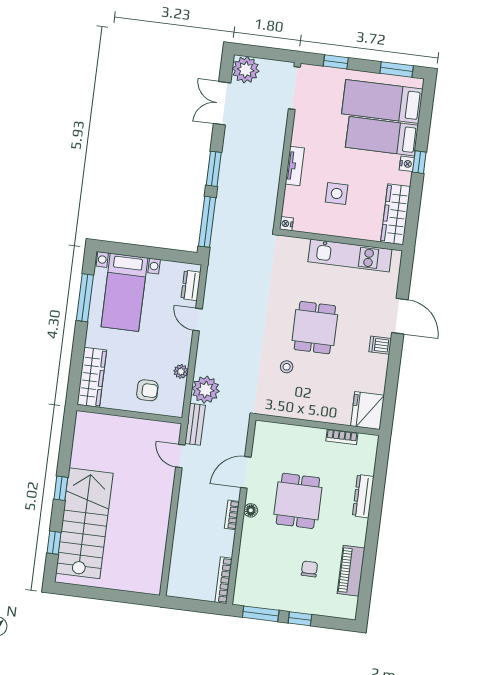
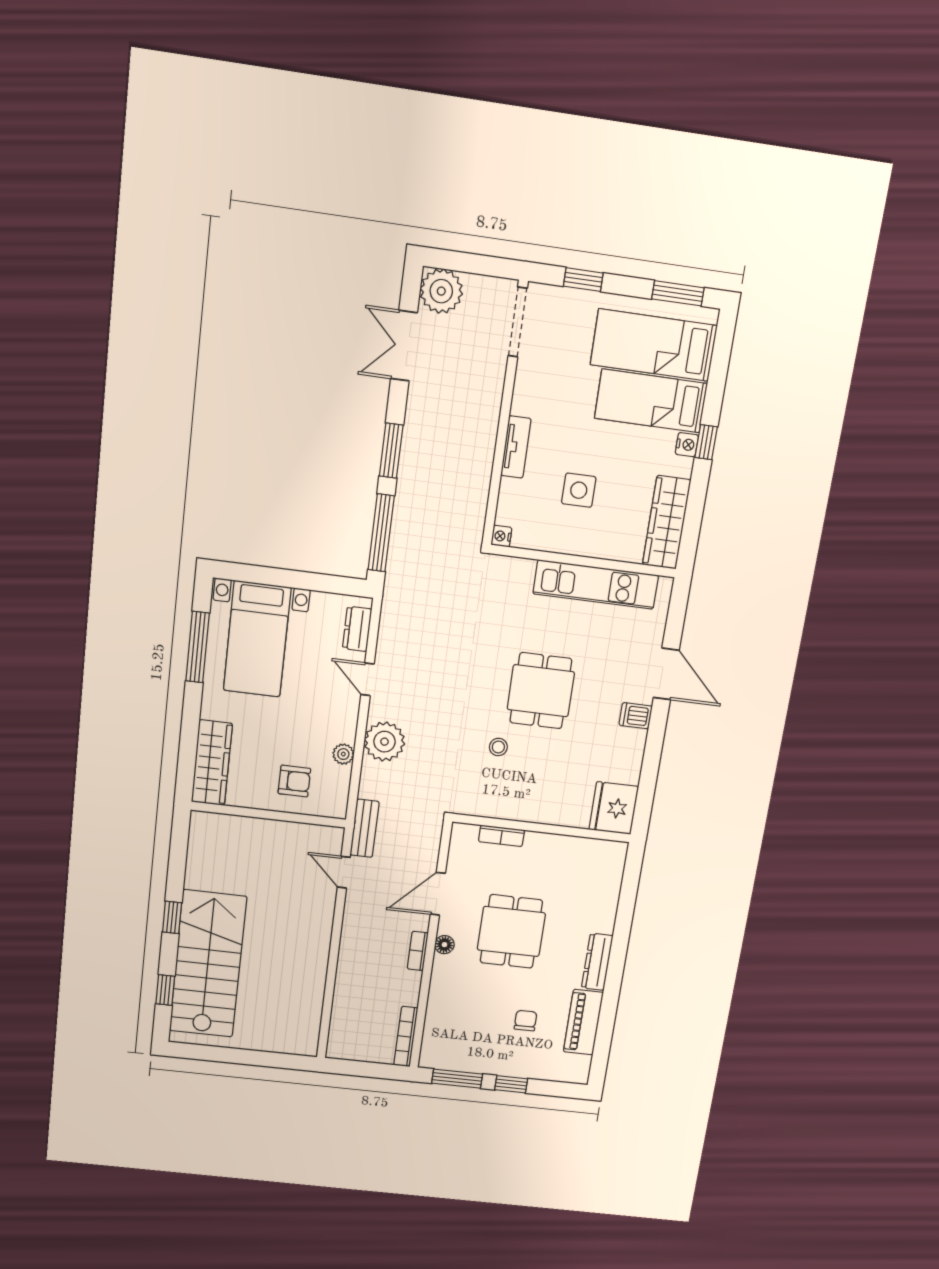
plant: (206, 390) -> (385, 742), moved
bookcase: (342, 437) -> (501, 836), moved
dresser: (363, 496) -> (597, 962), moved

